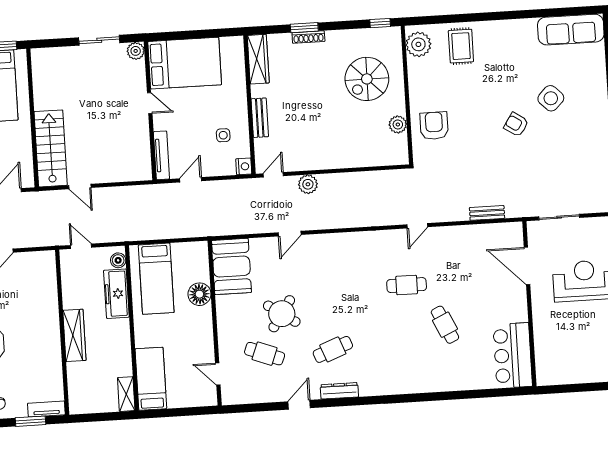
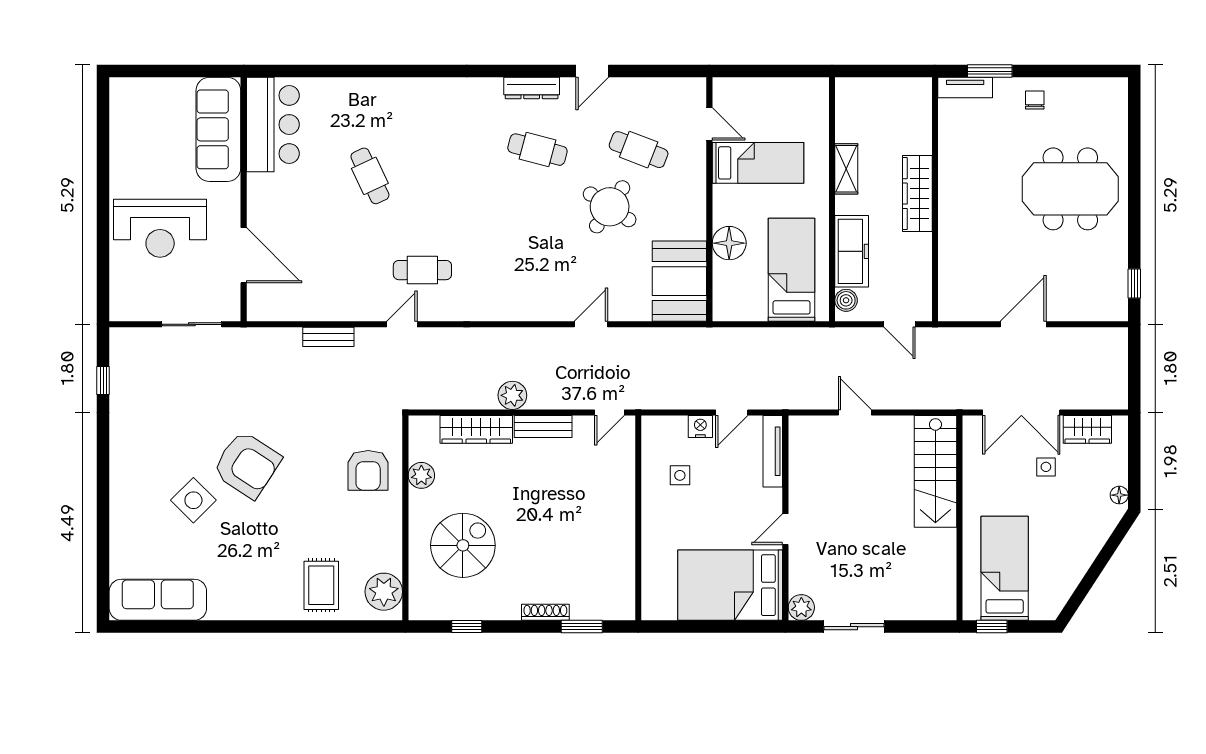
window: (380, 23) -> (467, 627), moved
window: (304, 28) -> (582, 627), moved
wardrobe: (258, 59) -> (476, 429), moved, turned -90
door: (150, 103) -> (785, 529), hinge flipped
bench: (260, 118) -> (543, 426), moved, turned 90
armchair: (516, 124) -> (247, 465), width x1.88, depth x1.88
nightstand: (244, 166) -> (700, 427), moved, turned 90
plant: (308, 184) -> (512, 395), moved
door: (80, 187) -> (855, 413), moved
bench: (487, 213) -> (328, 337), moved
cafe table: (407, 285) -> (422, 270), moved
cafe table: (333, 349) -> (537, 150), turned 36
sofa: (549, 350) -> (218, 129), added
bed: (151, 379) -> (758, 163), moved, turned -90
shelving: (126, 394) -> (846, 169), moved

